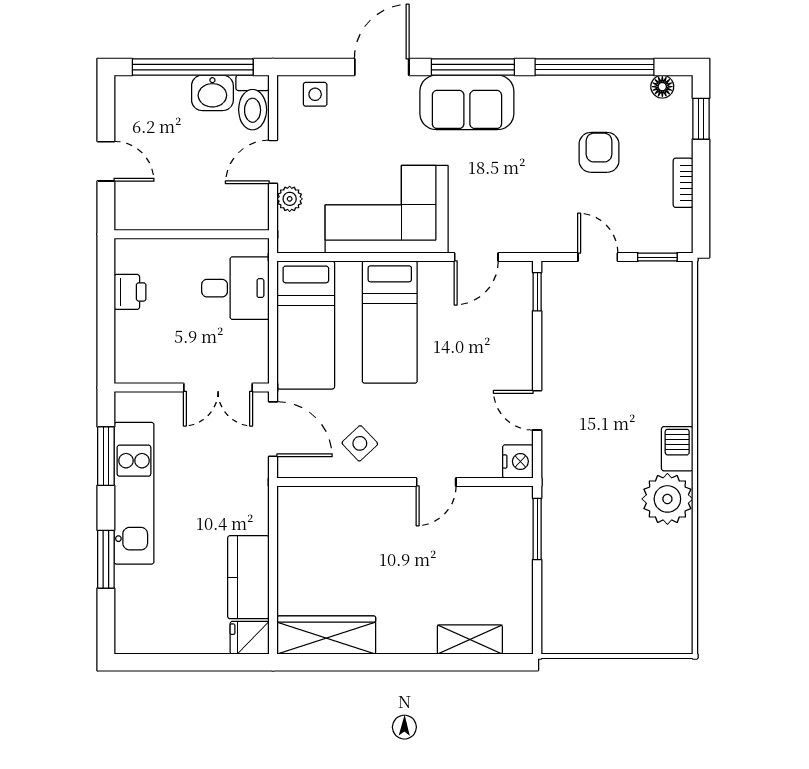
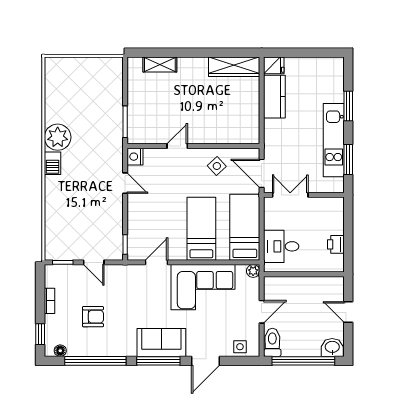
washbasin: (212, 93) -> (332, 347), moved
armchair: (599, 152) -> (93, 317), turned -90
plant: (290, 199) -> (253, 271), moved

